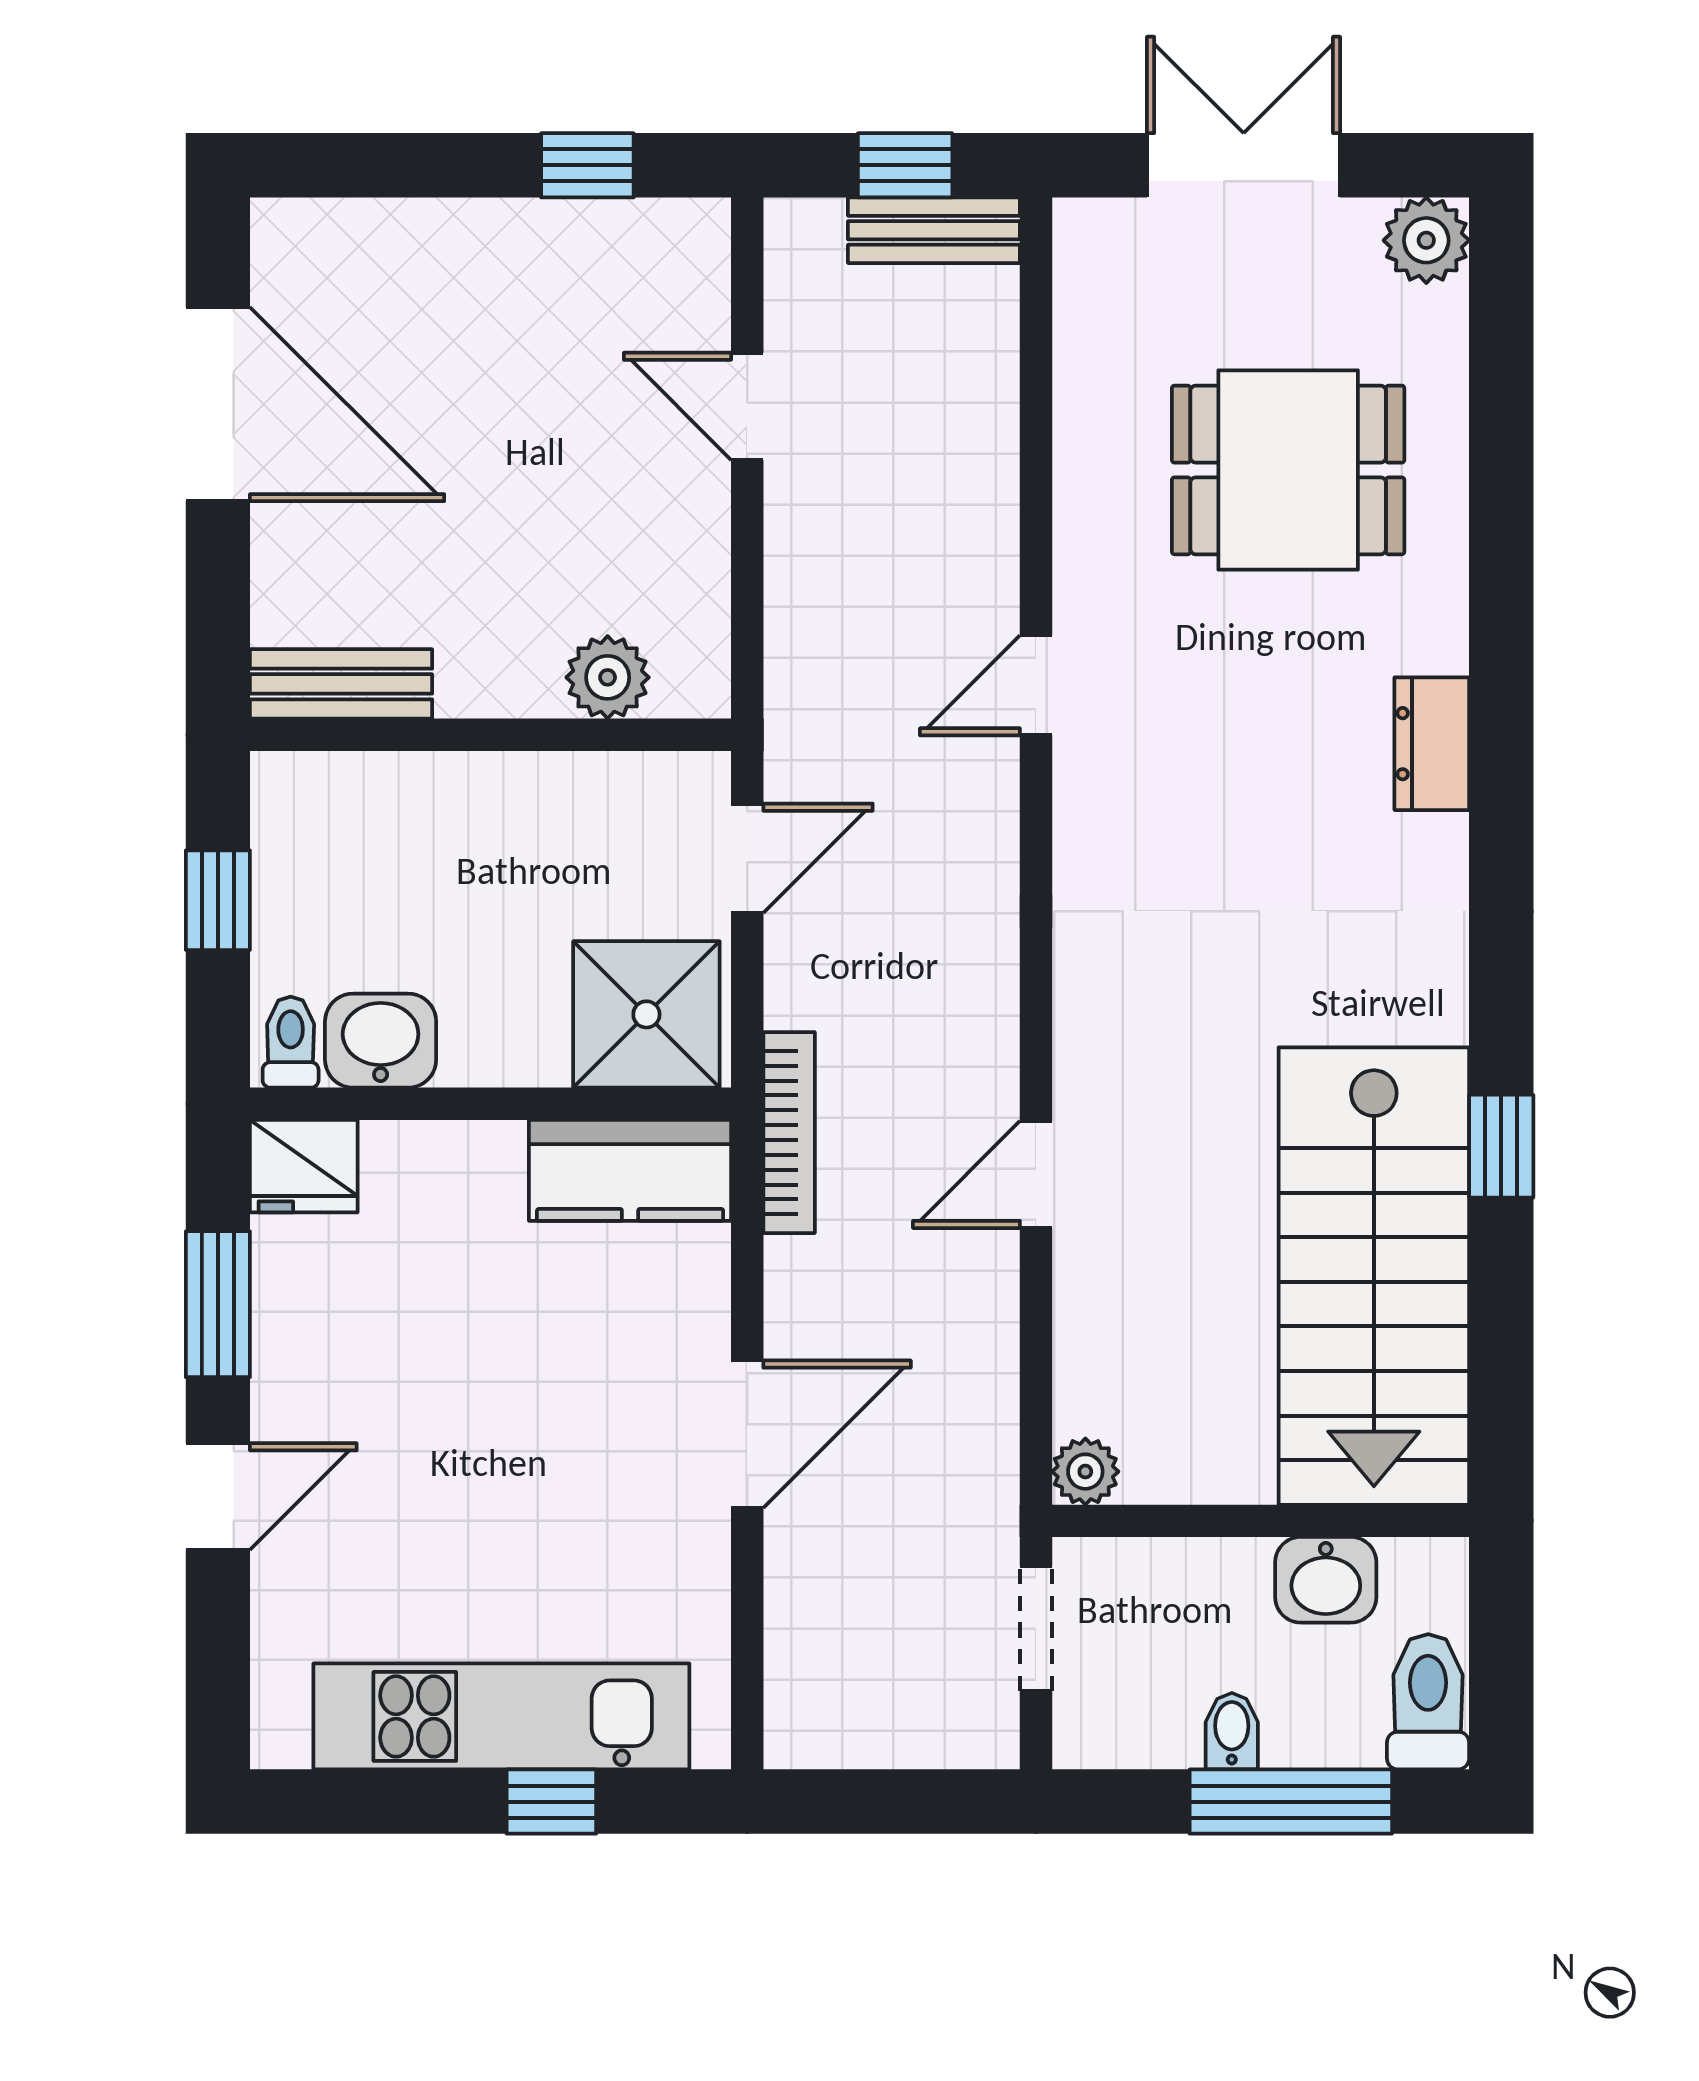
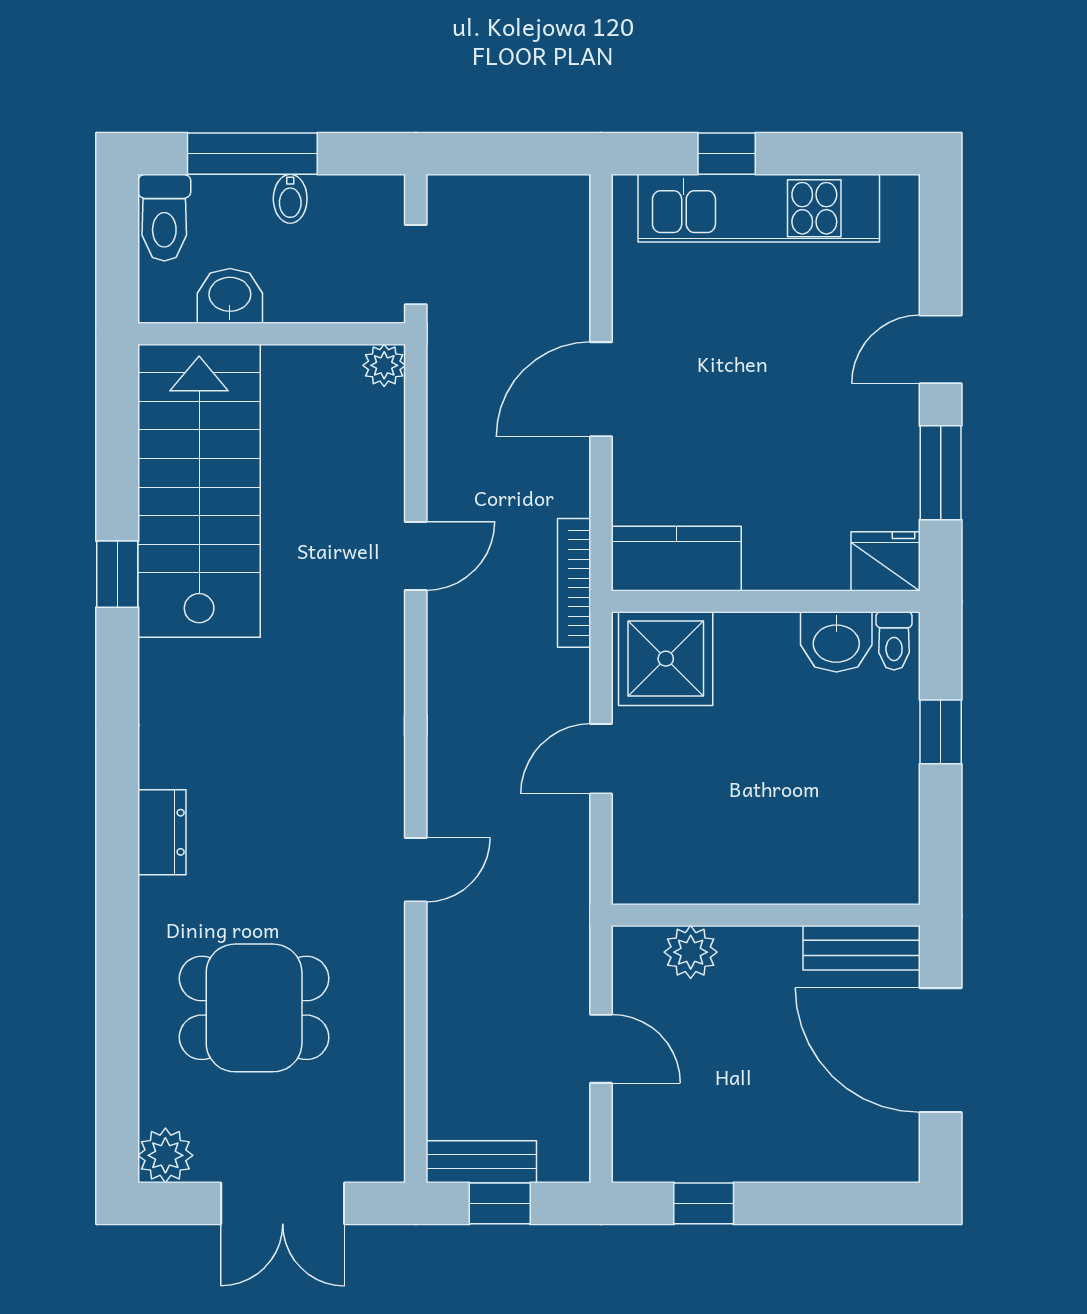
plant: (608, 677) -> (691, 952), moved
bench: (341, 684) -> (862, 948), moved
wall: (491, 735) -> (766, 915), moved

